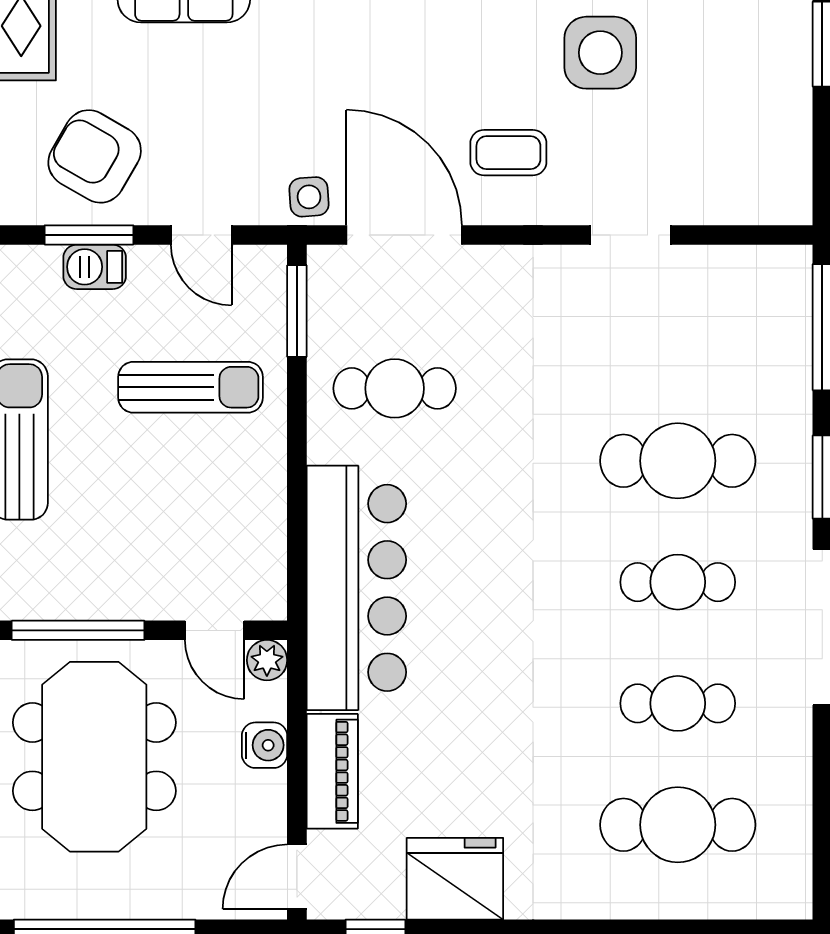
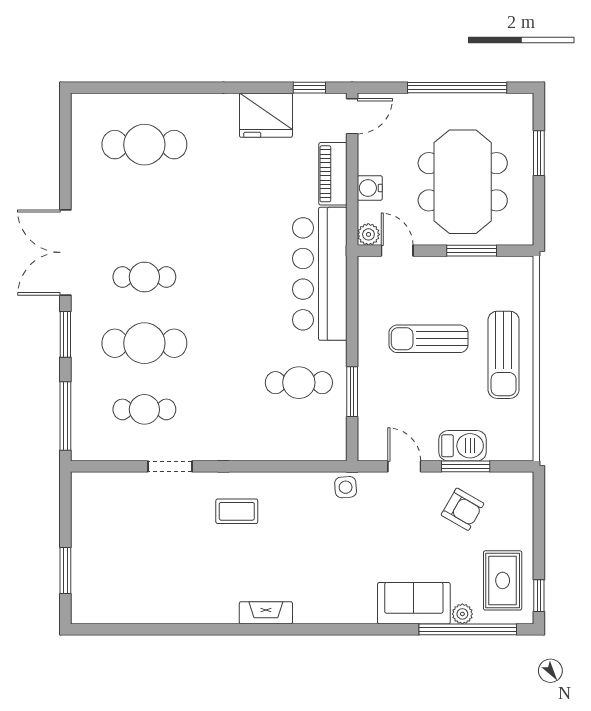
side table: (600, 53) -> (187, 566), removed
armchair: (95, 156) -> (463, 509), width x0.72, depth x0.72
door: (404, 235) -> (294, 466), removed
barbecue: (95, 267) -> (463, 446), width x1.38, depth x1.27
window: (297, 311) -> (352, 392), moved
sun lounger: (191, 387) -> (429, 339), moved
window: (78, 630) -> (472, 251), width x0.69
cafe table: (678, 703) -> (144, 409), moved

